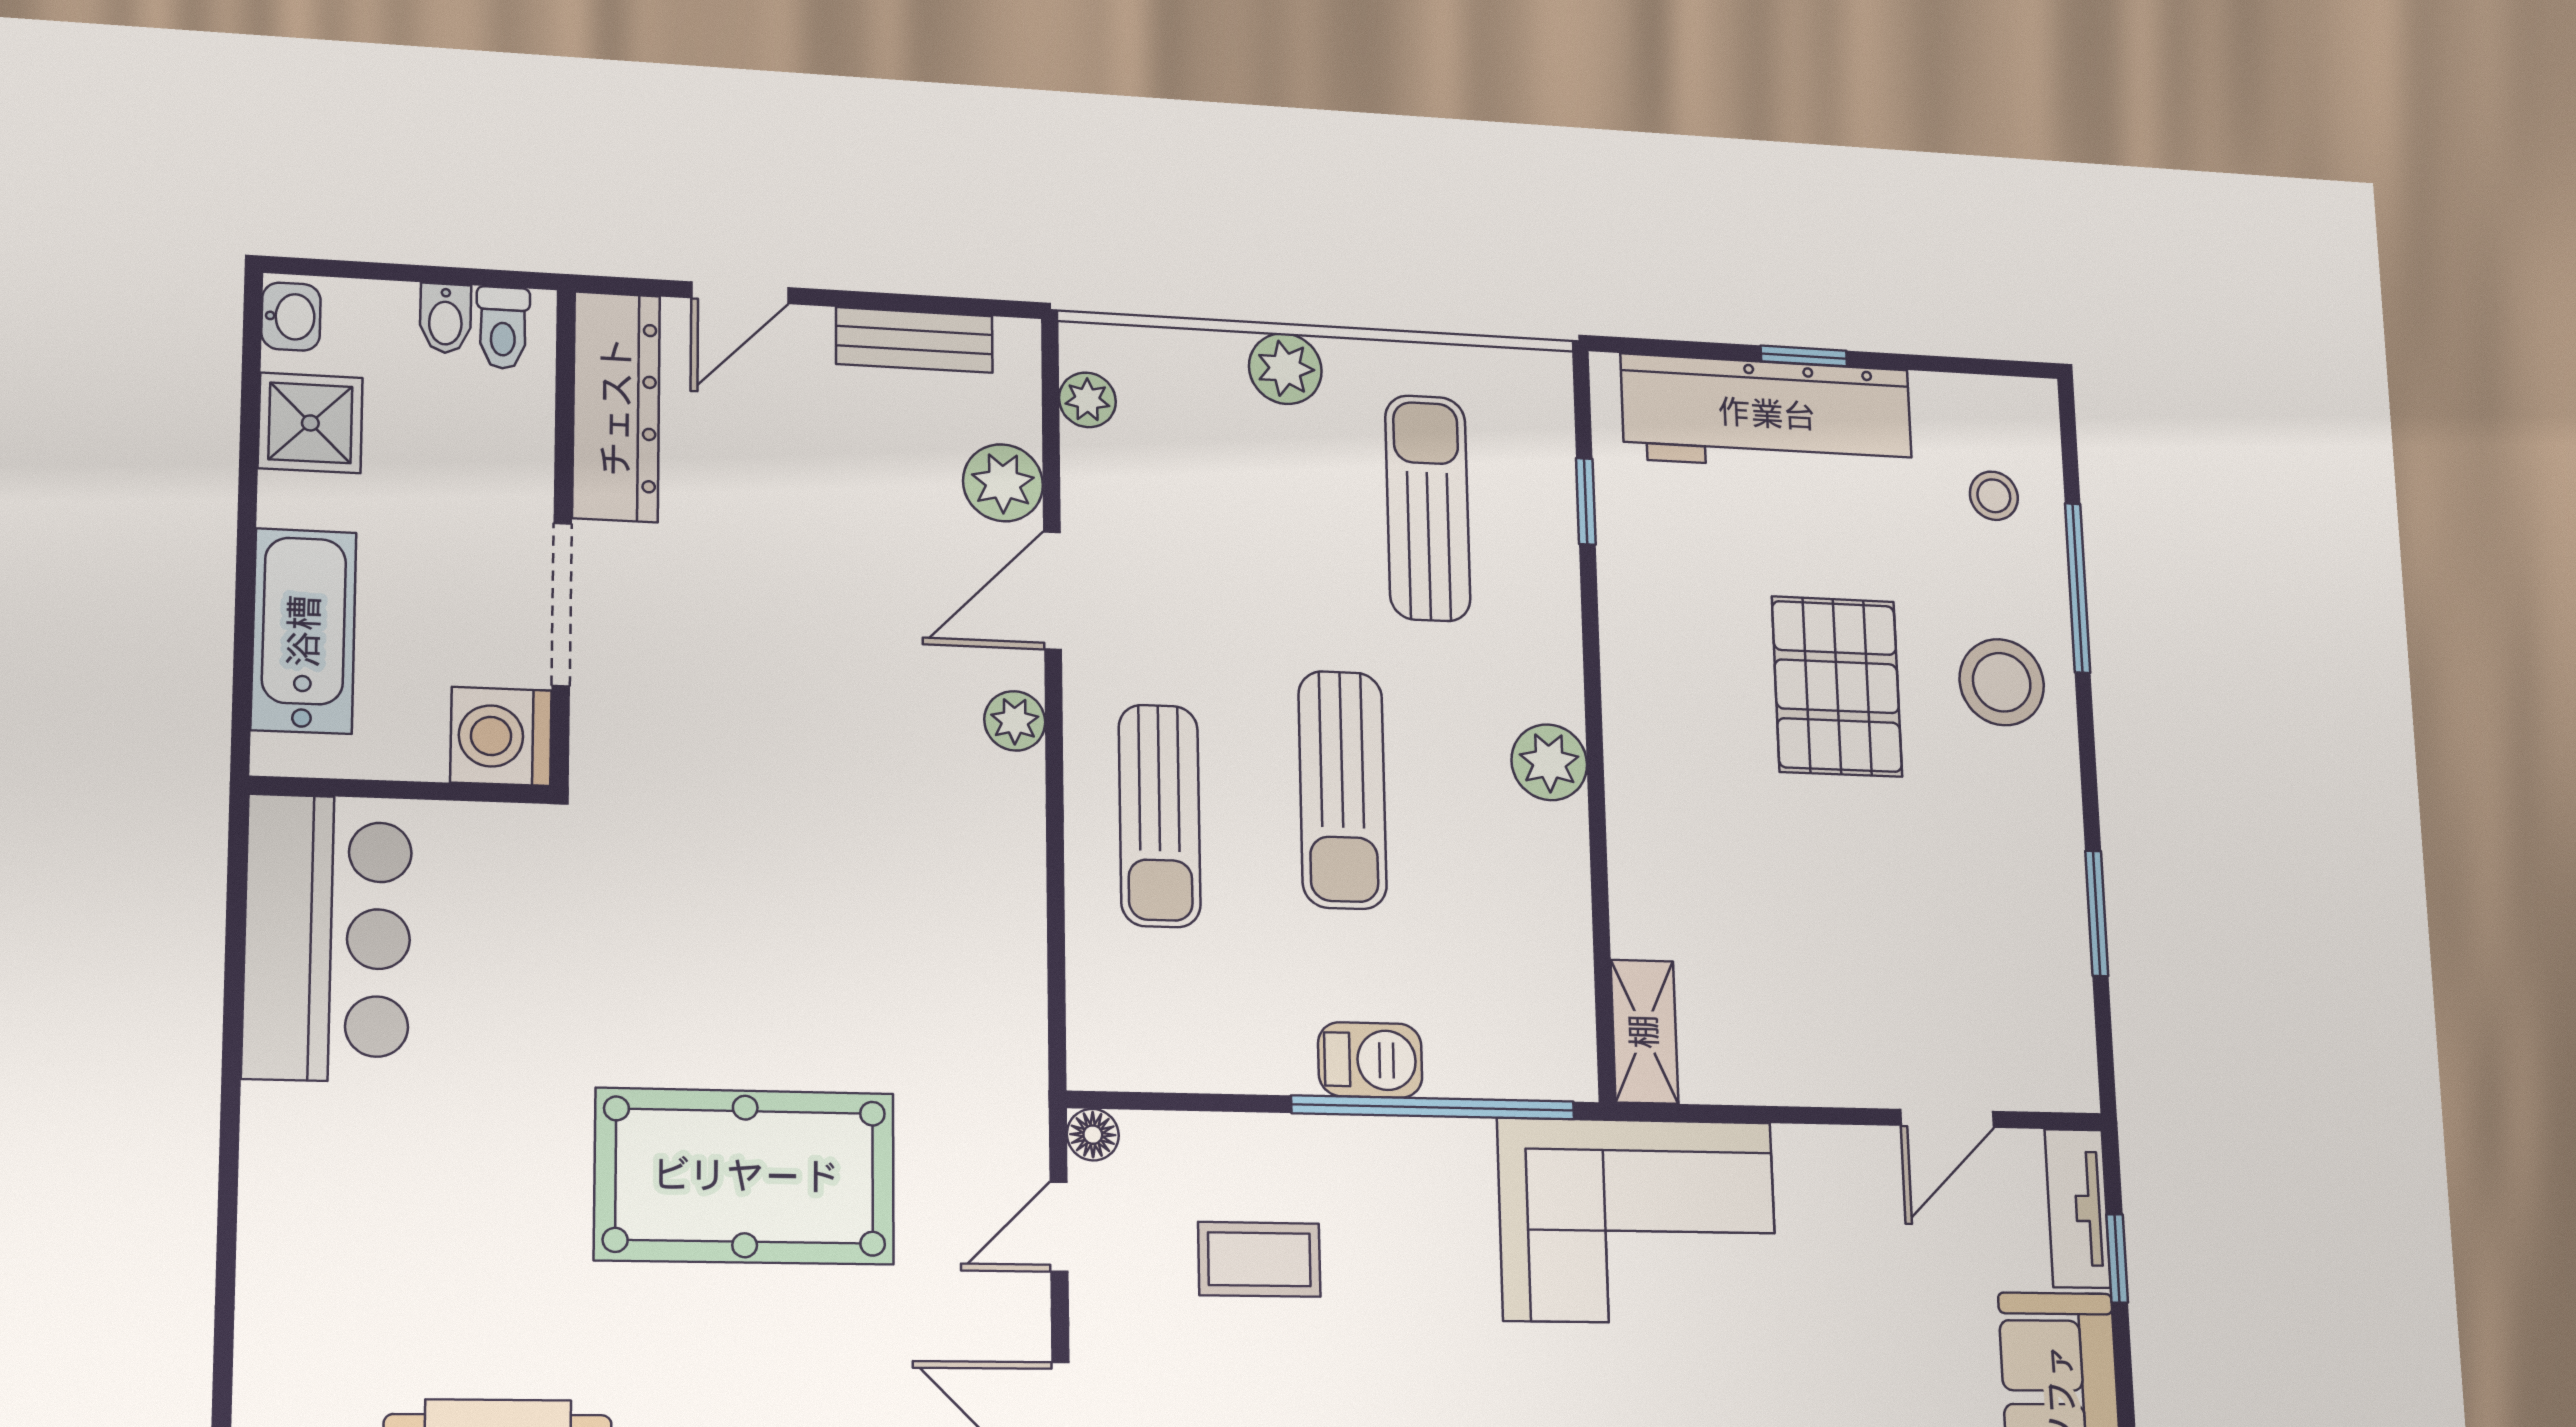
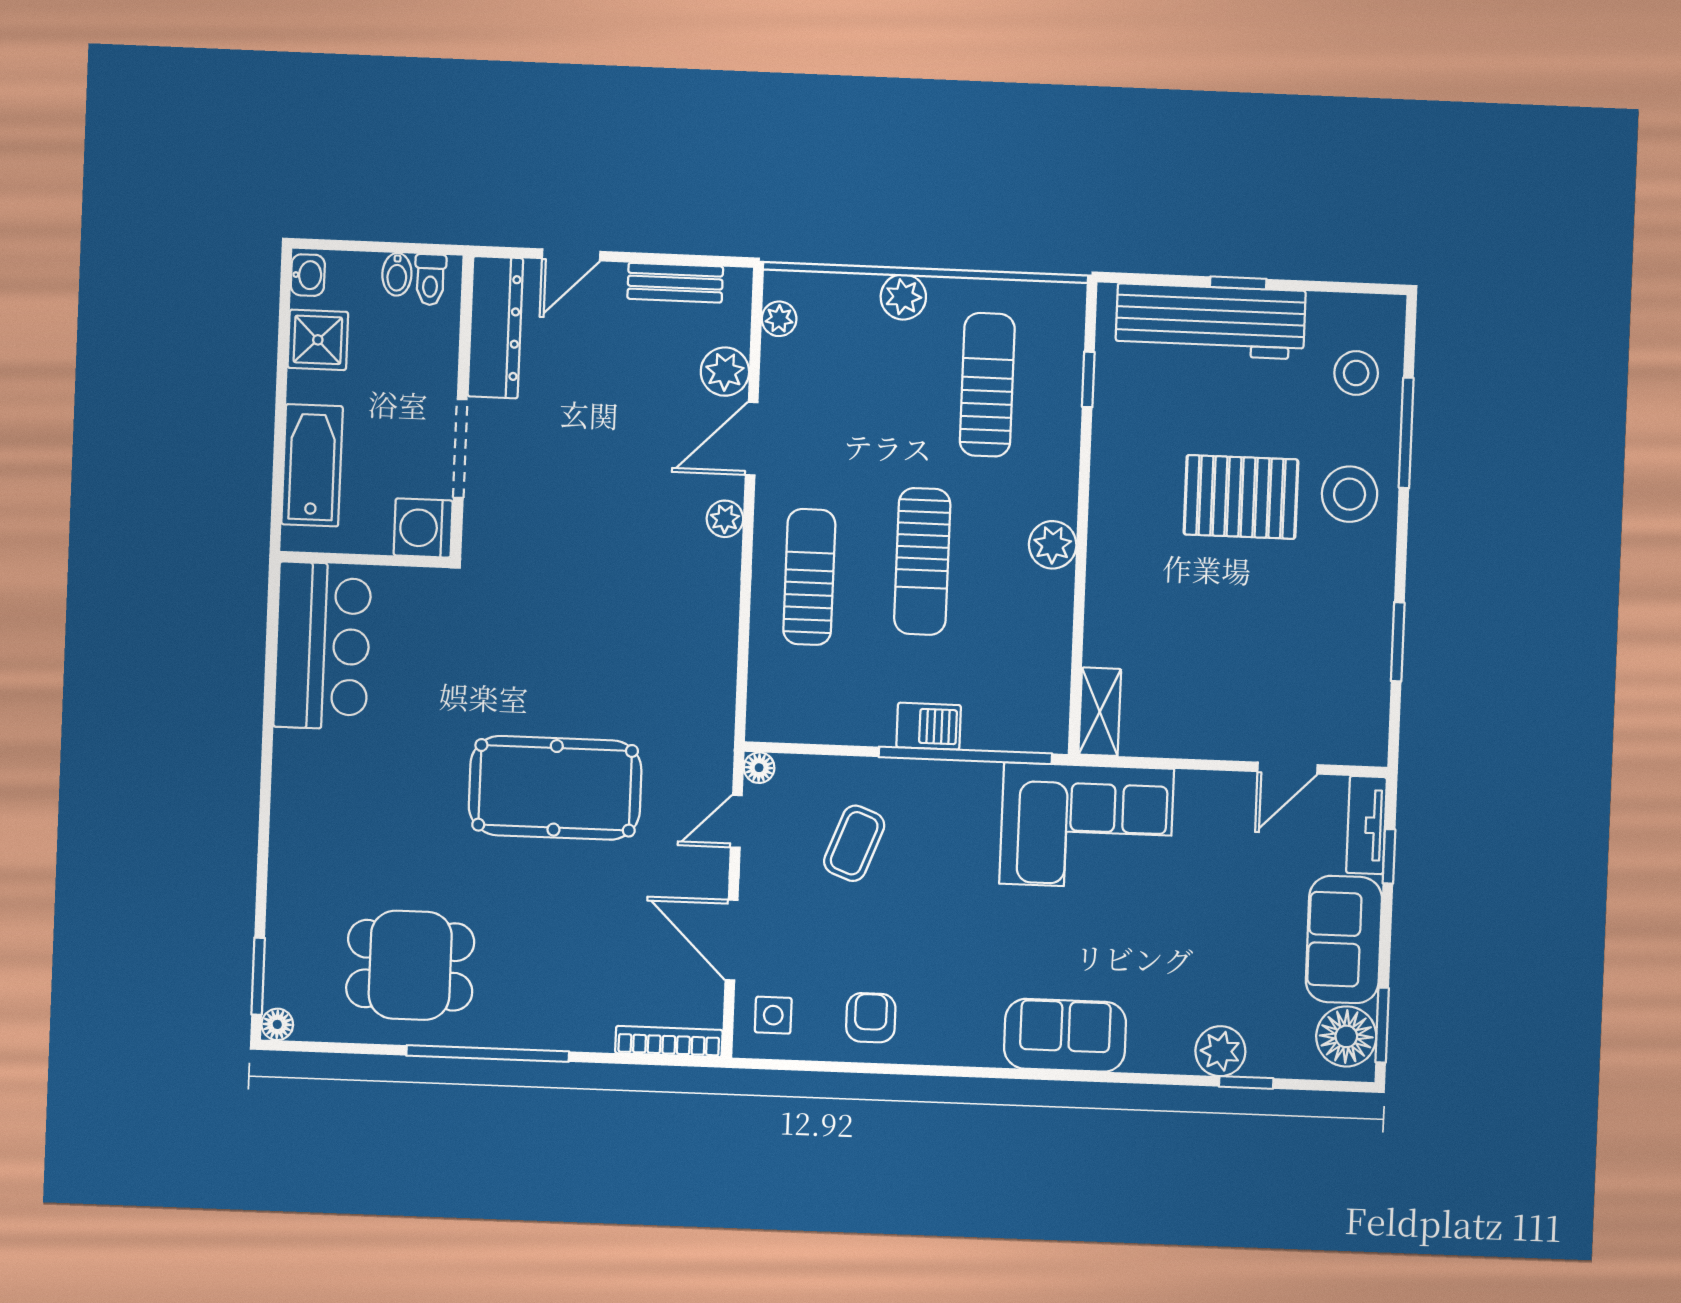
stool: (1994, 496) -> (1356, 373), width x1.37, depth x1.37
pallet: (1837, 686) -> (1241, 497), turned 90
sun lounger: (1160, 816) -> (809, 577), turned 180
coffee table: (1259, 1259) -> (854, 843), turned -69

